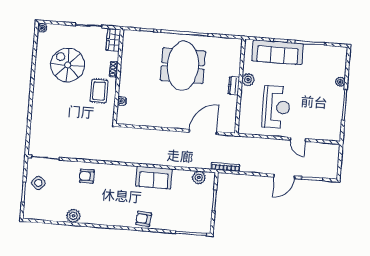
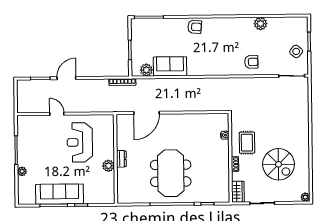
sofa: (278, 52) -> (60, 194), moved
sofa: (154, 178) -> (170, 66), moved

